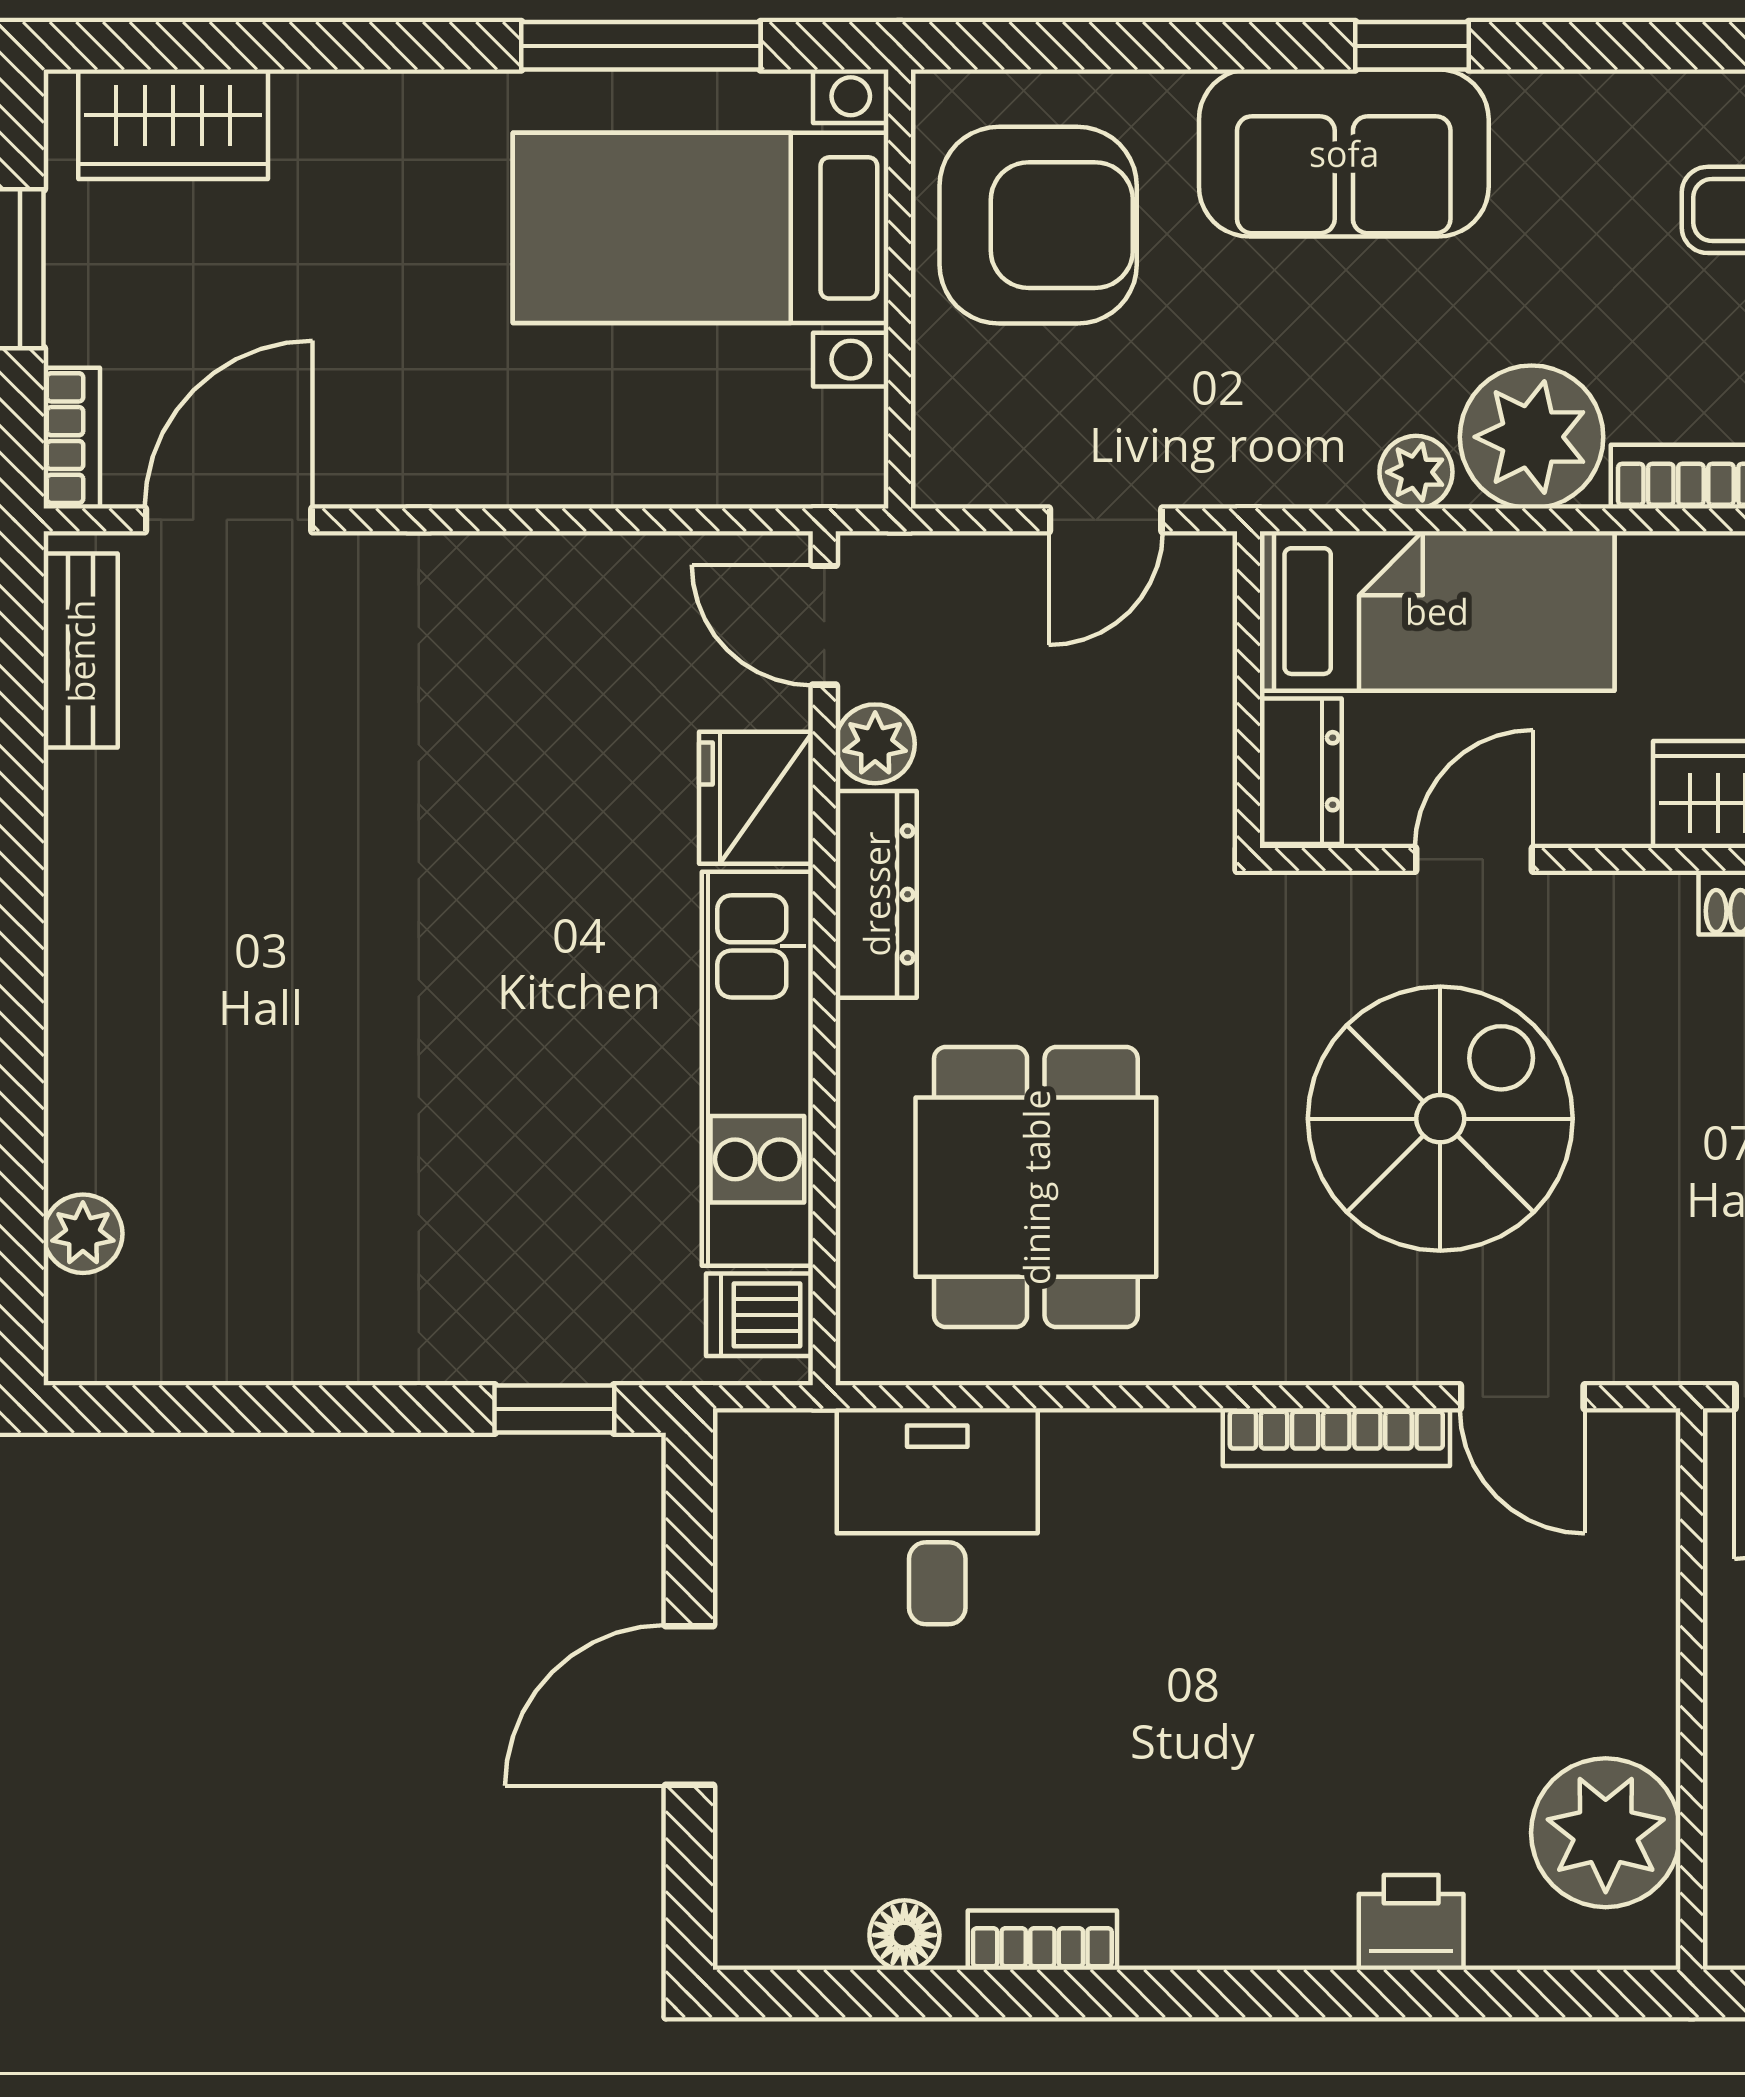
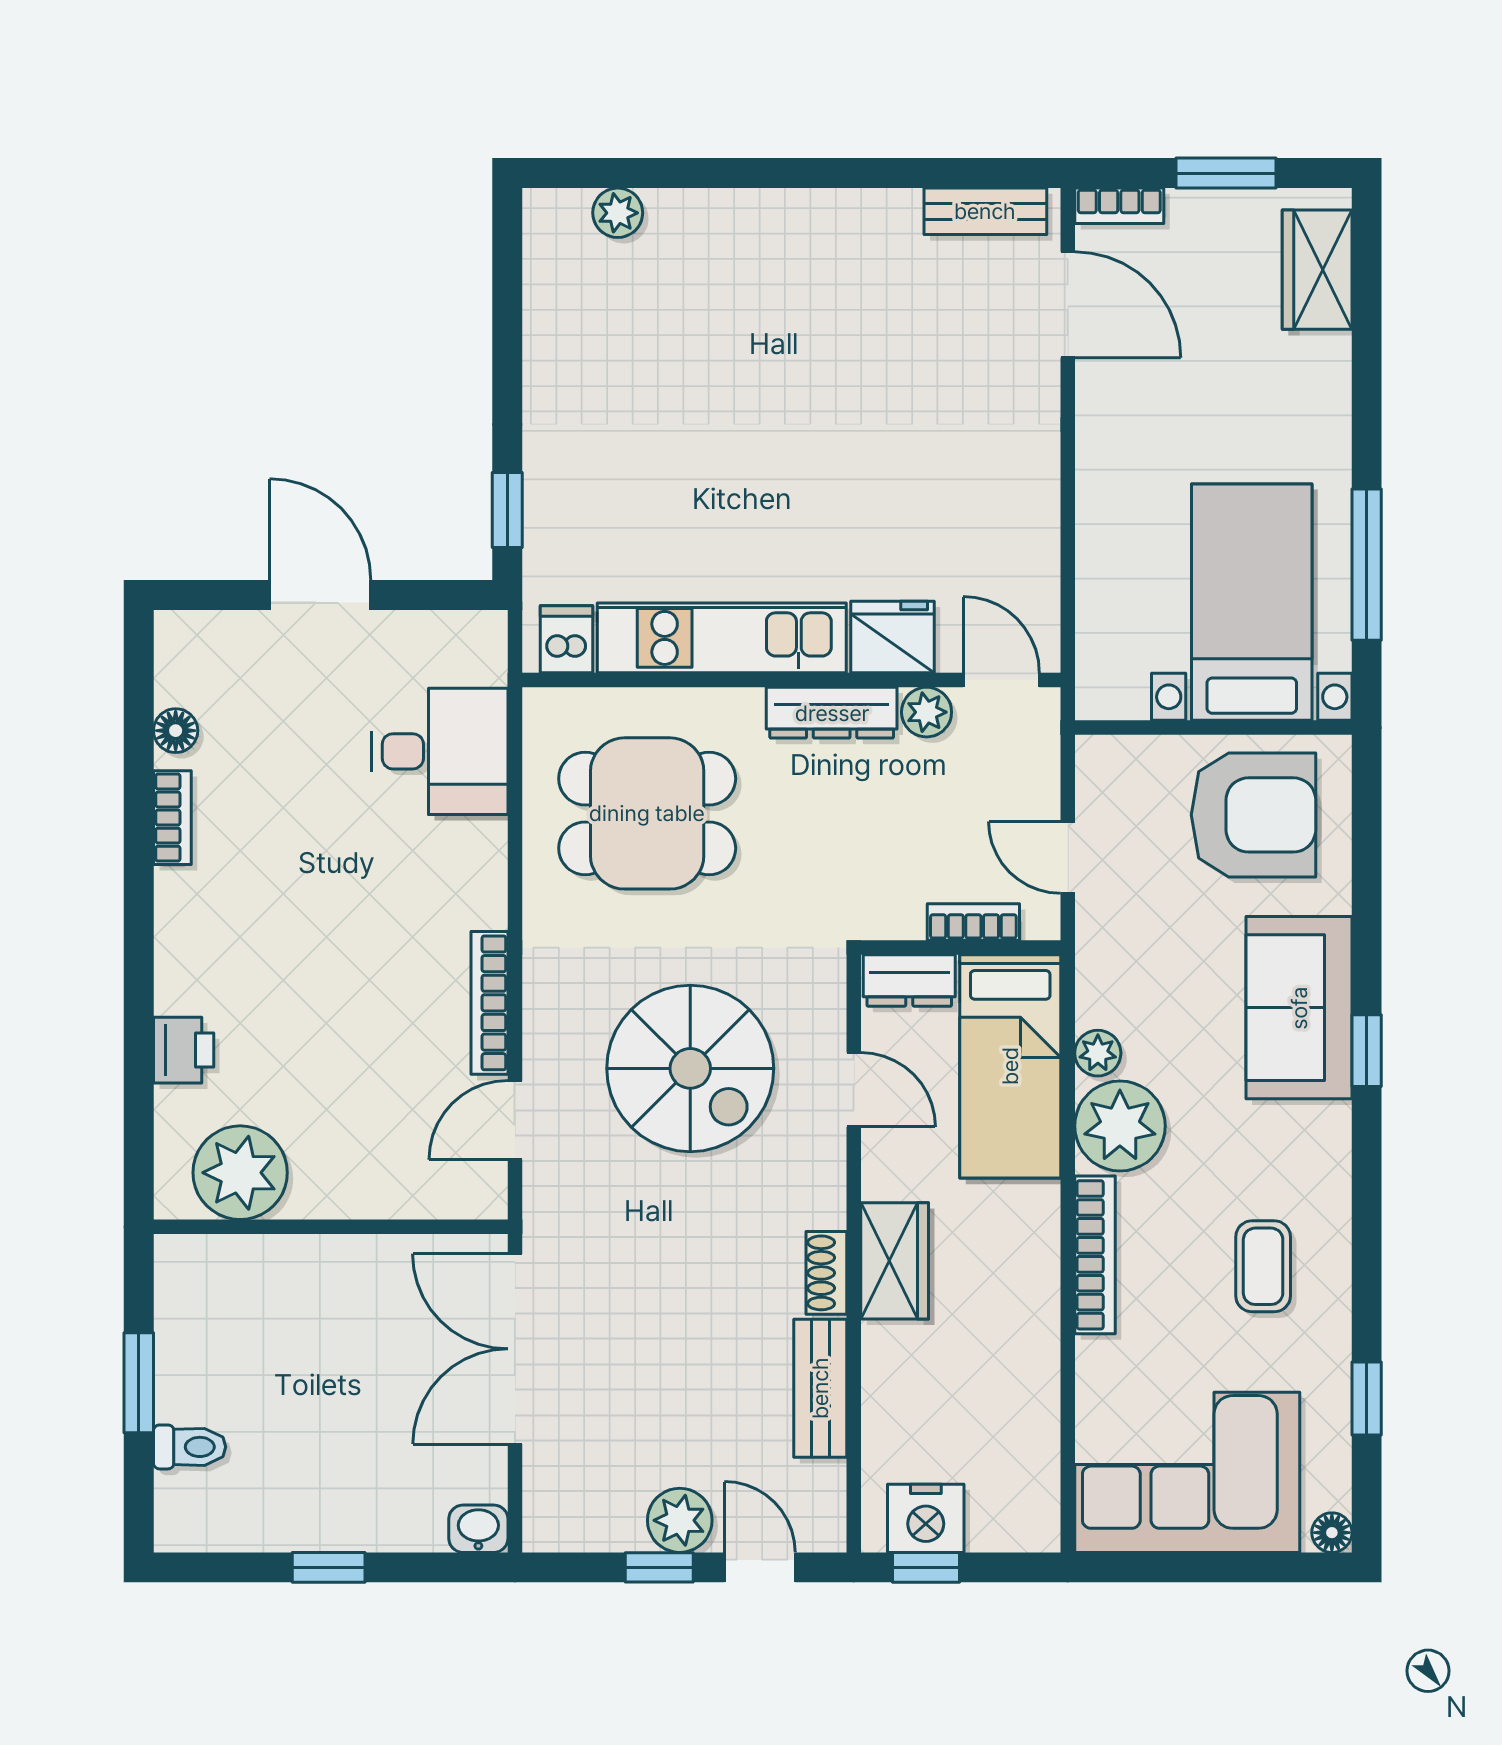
armchair: (1038, 225) -> (1253, 815), turned -90
door: (824, 625) -> (1001, 680), hinge flipped
bookcase: (1208, 669) -> (973, 922), added

